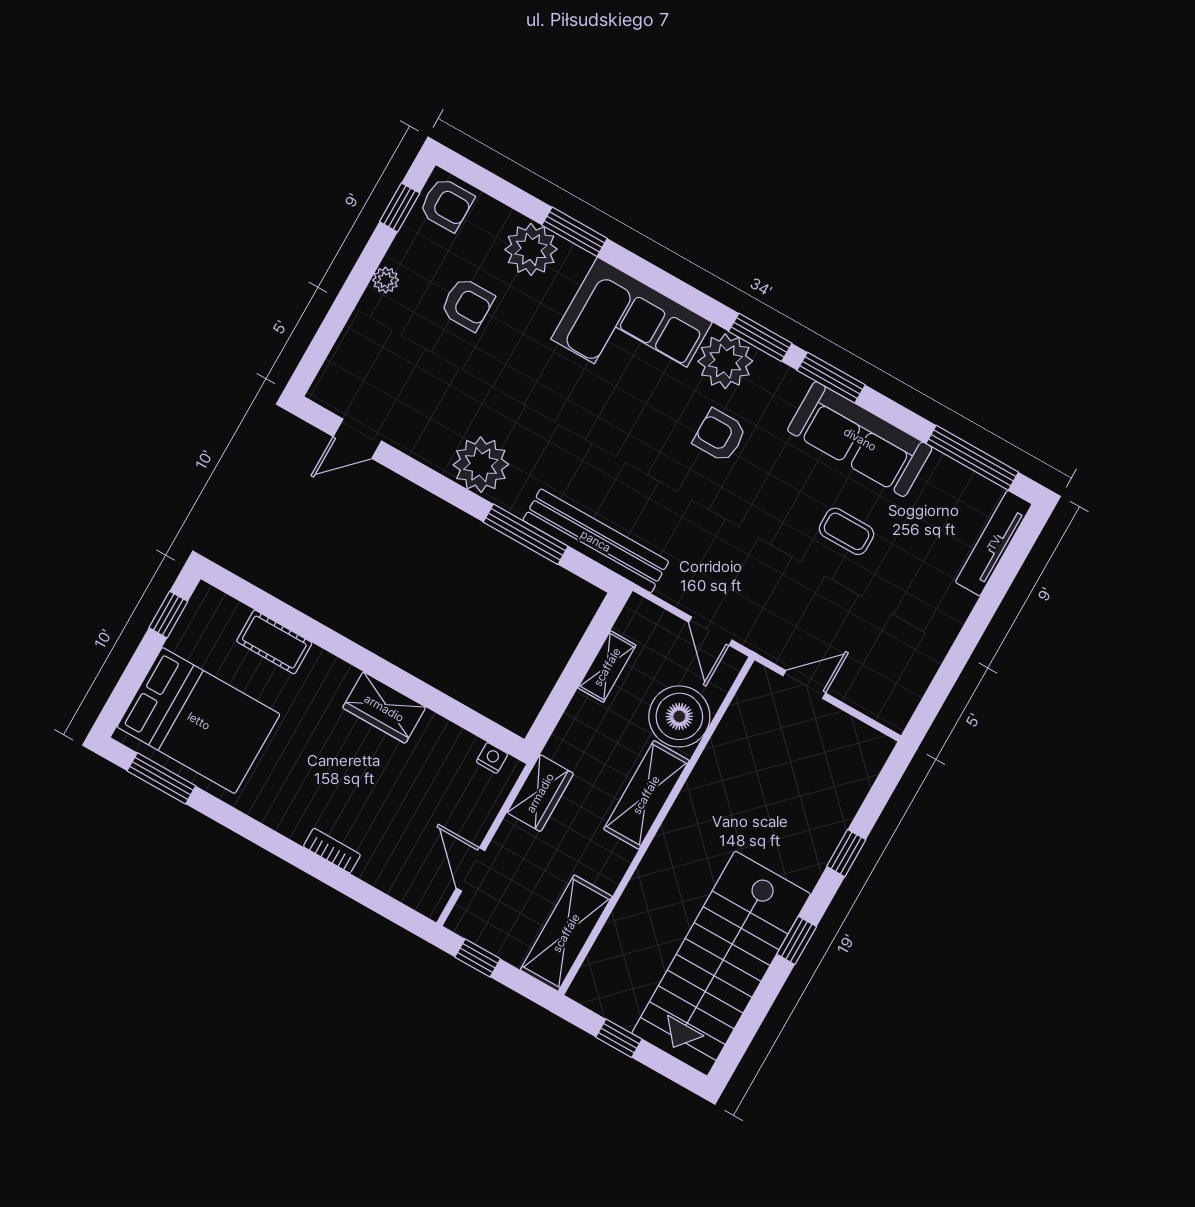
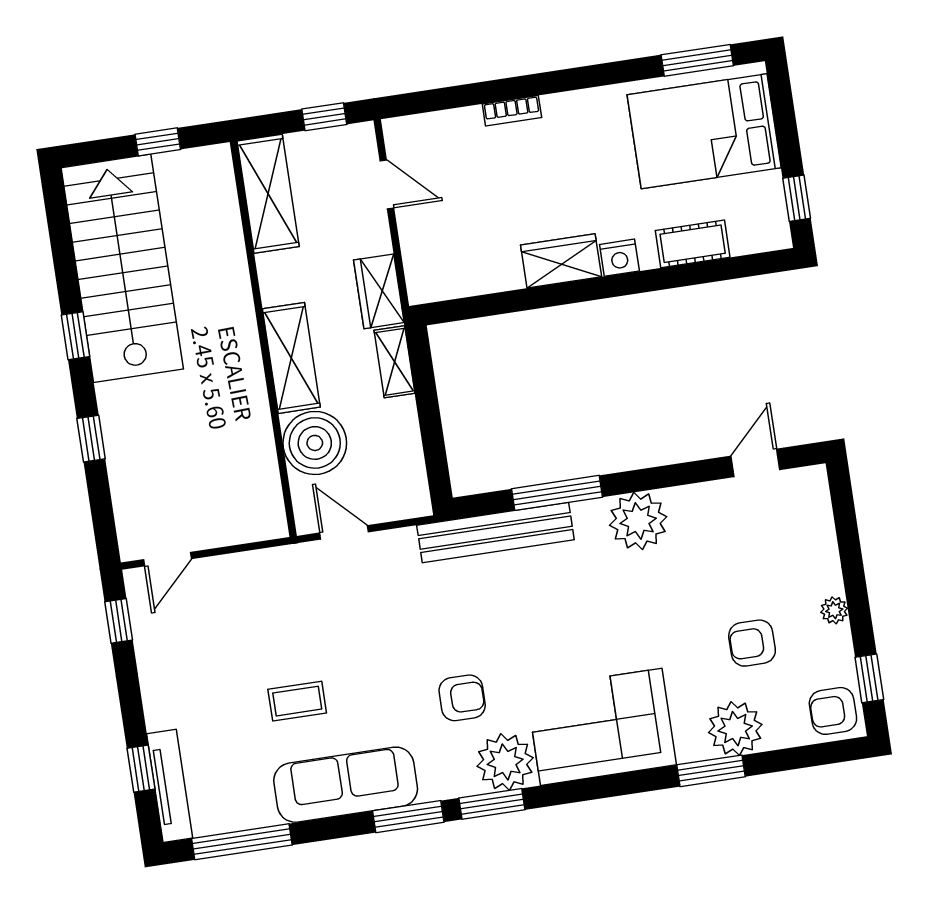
window: (1005, 573) -> (141, 769), added
shelving: (607, 667) -> (394, 362), moved
door: (804, 684) -> (168, 559), moved
window: (934, 699) -> (119, 621), added
nightstand: (492, 758) -> (619, 258), moved, width x1.39, depth x1.35

